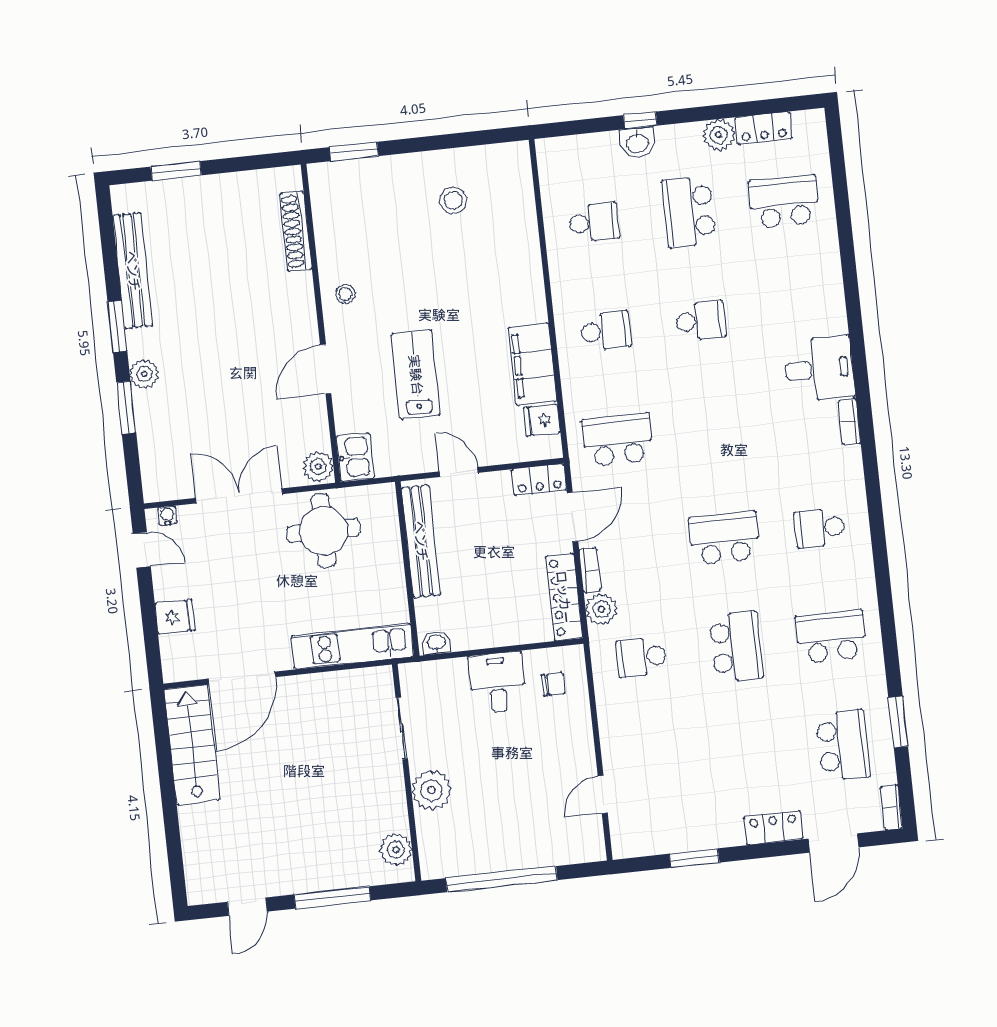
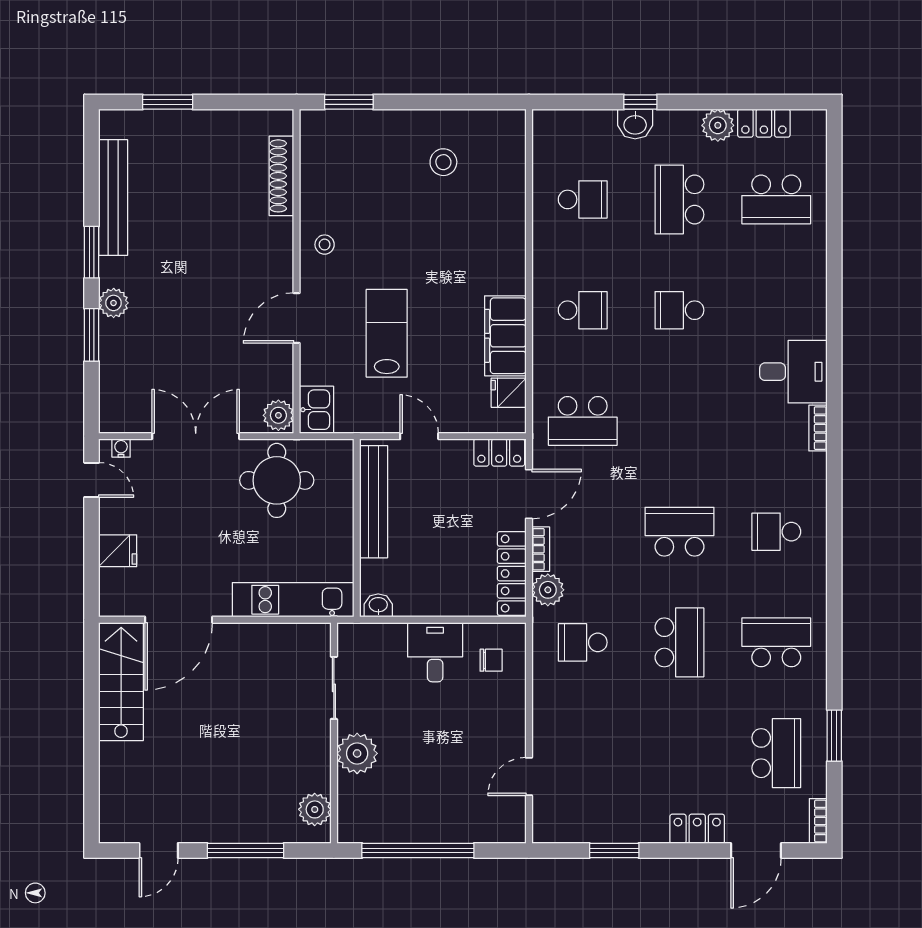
school desk: (784, 202) -> (776, 199), turned 180
school desk: (701, 321) -> (679, 310), turned 180
school desk: (618, 440) -> (583, 421), turned 180

